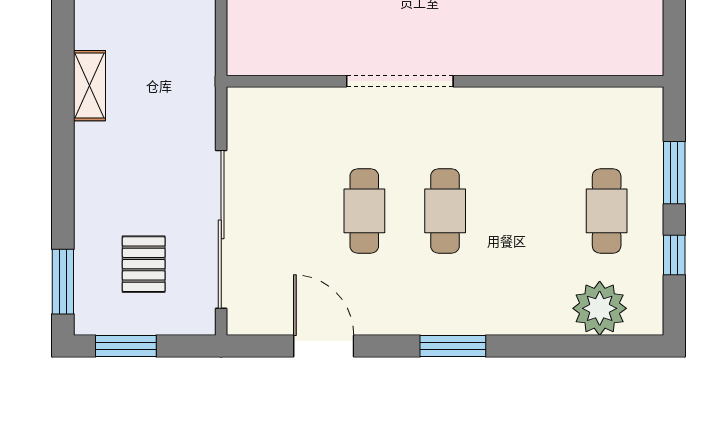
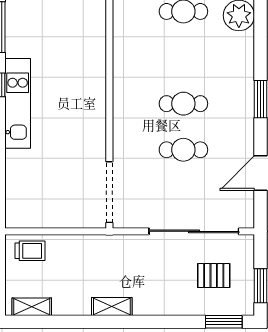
doorway: (400, 81) -> (109, 192), moved

